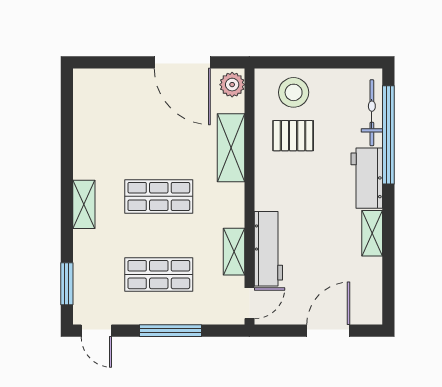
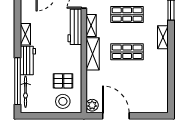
shelving: (231, 148) -> (93, 54), moved
shelving: (84, 204) -> (163, 37), moved

